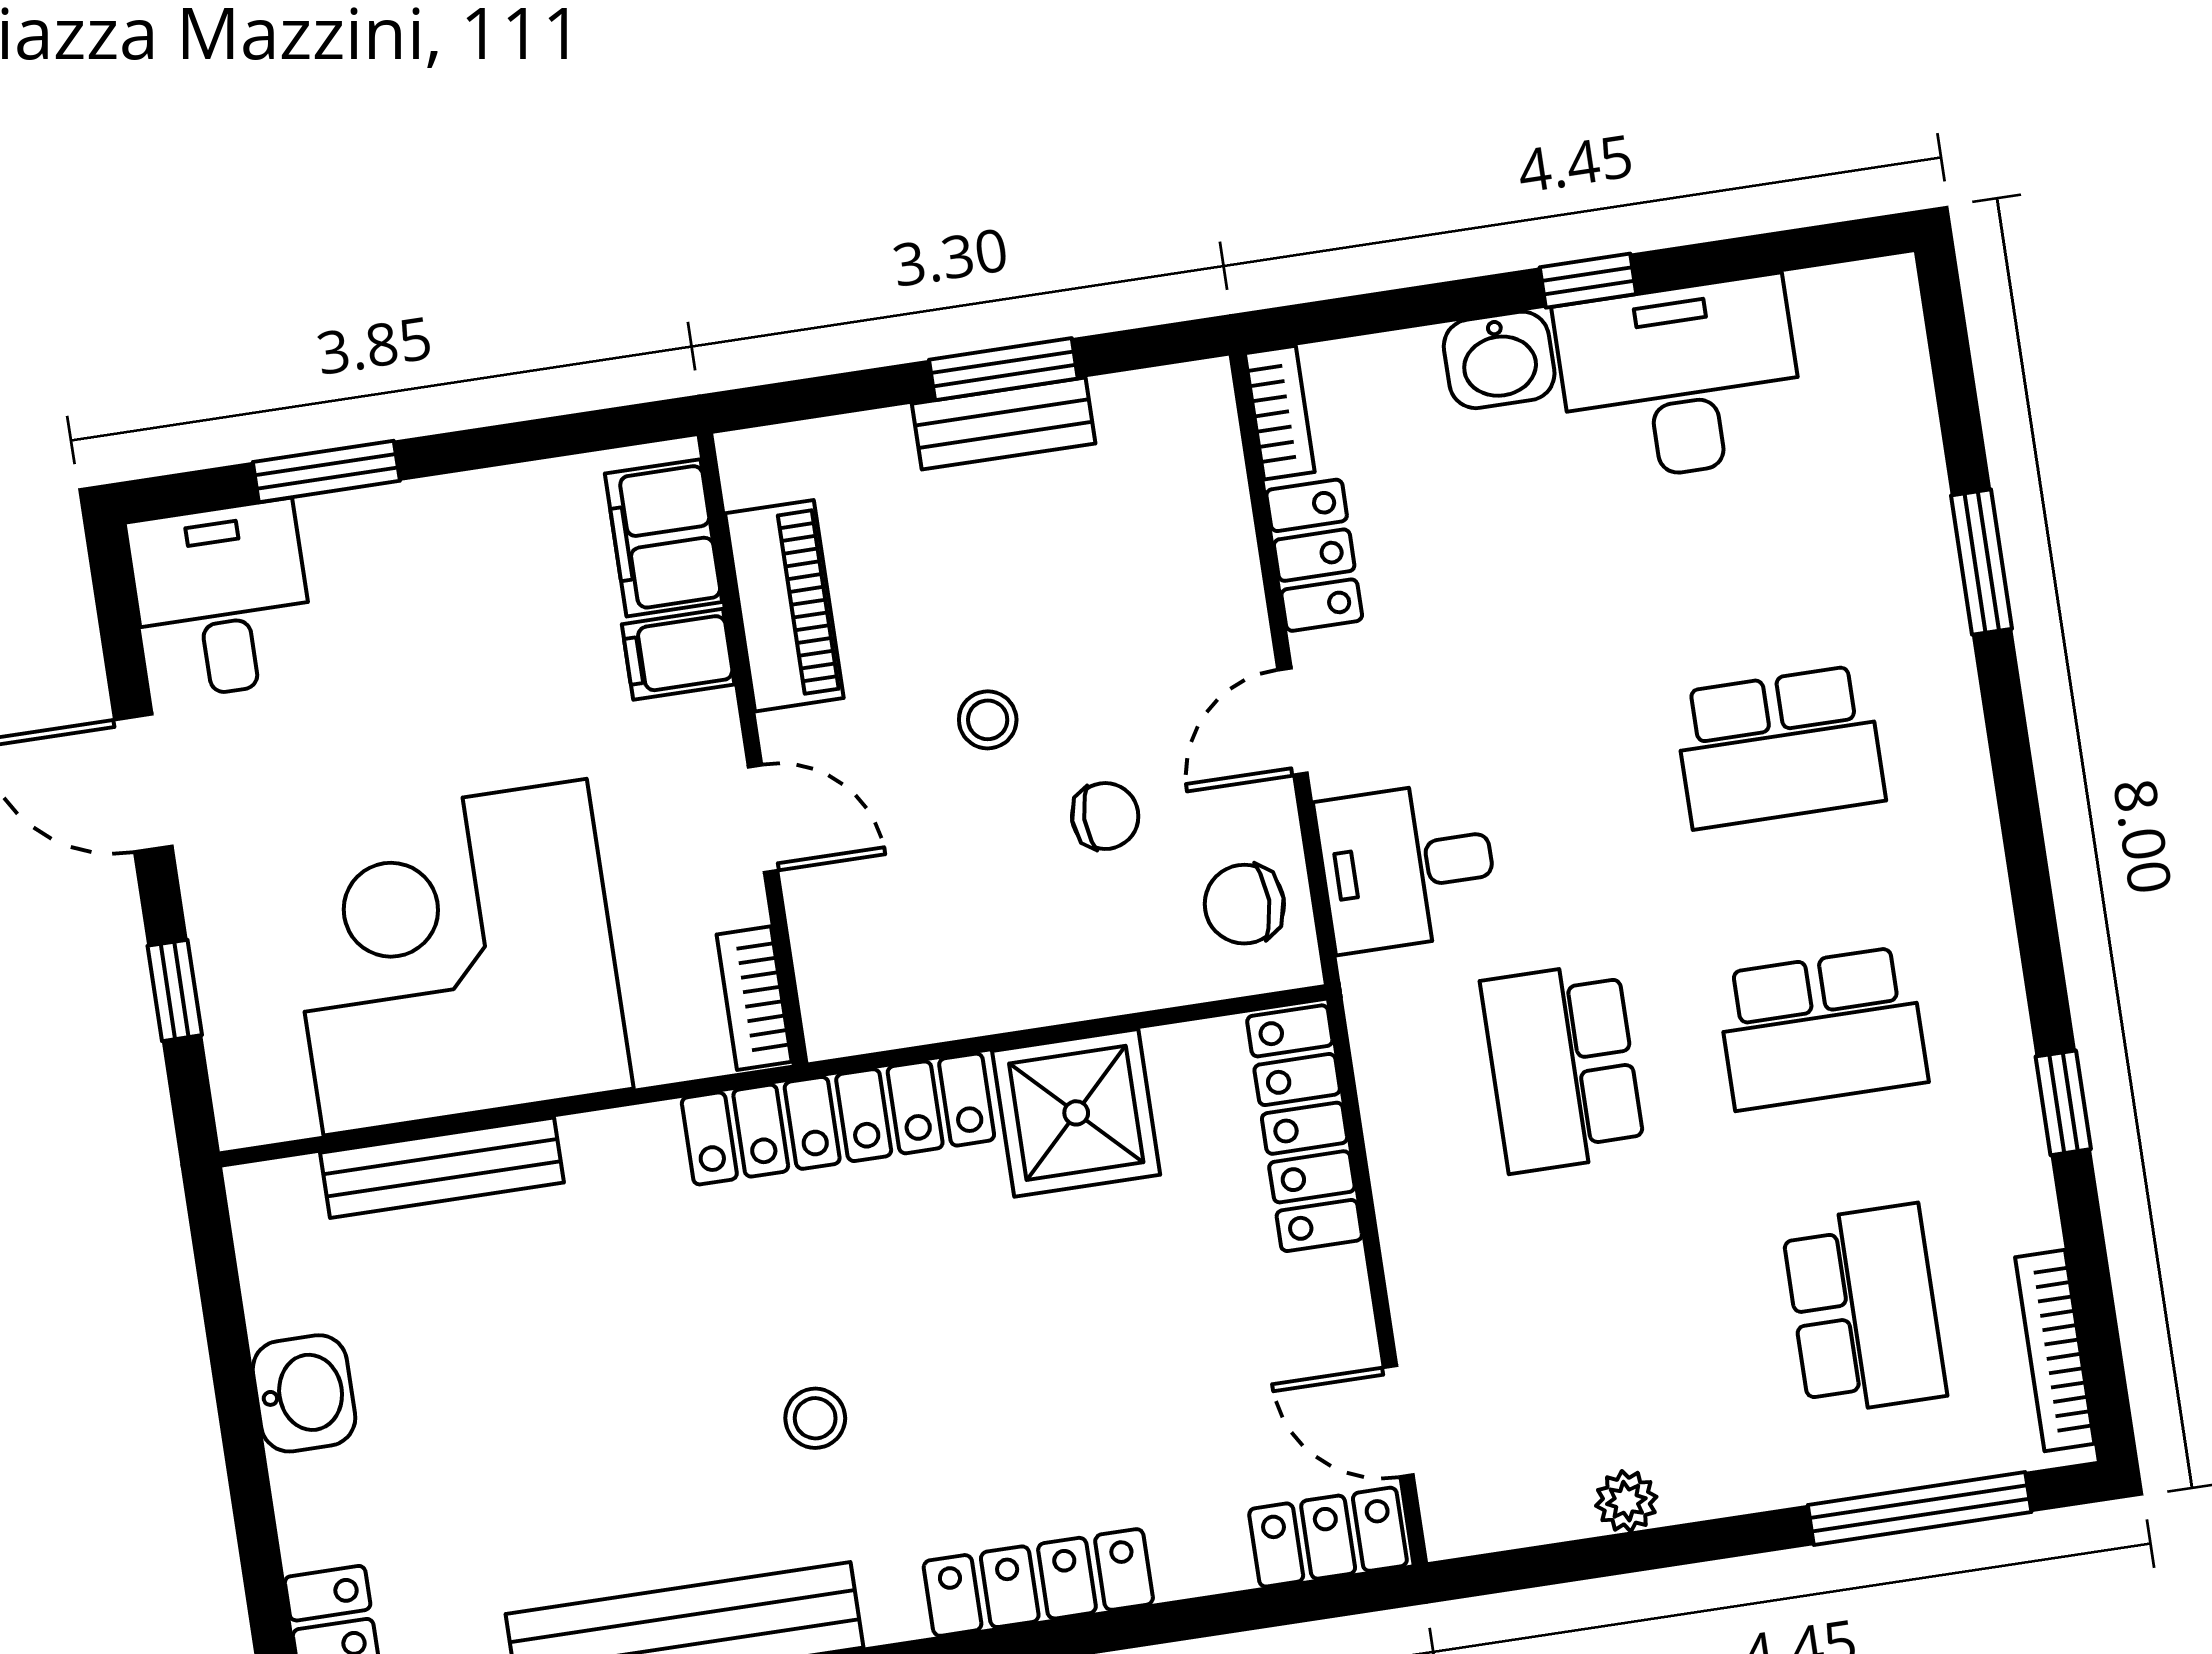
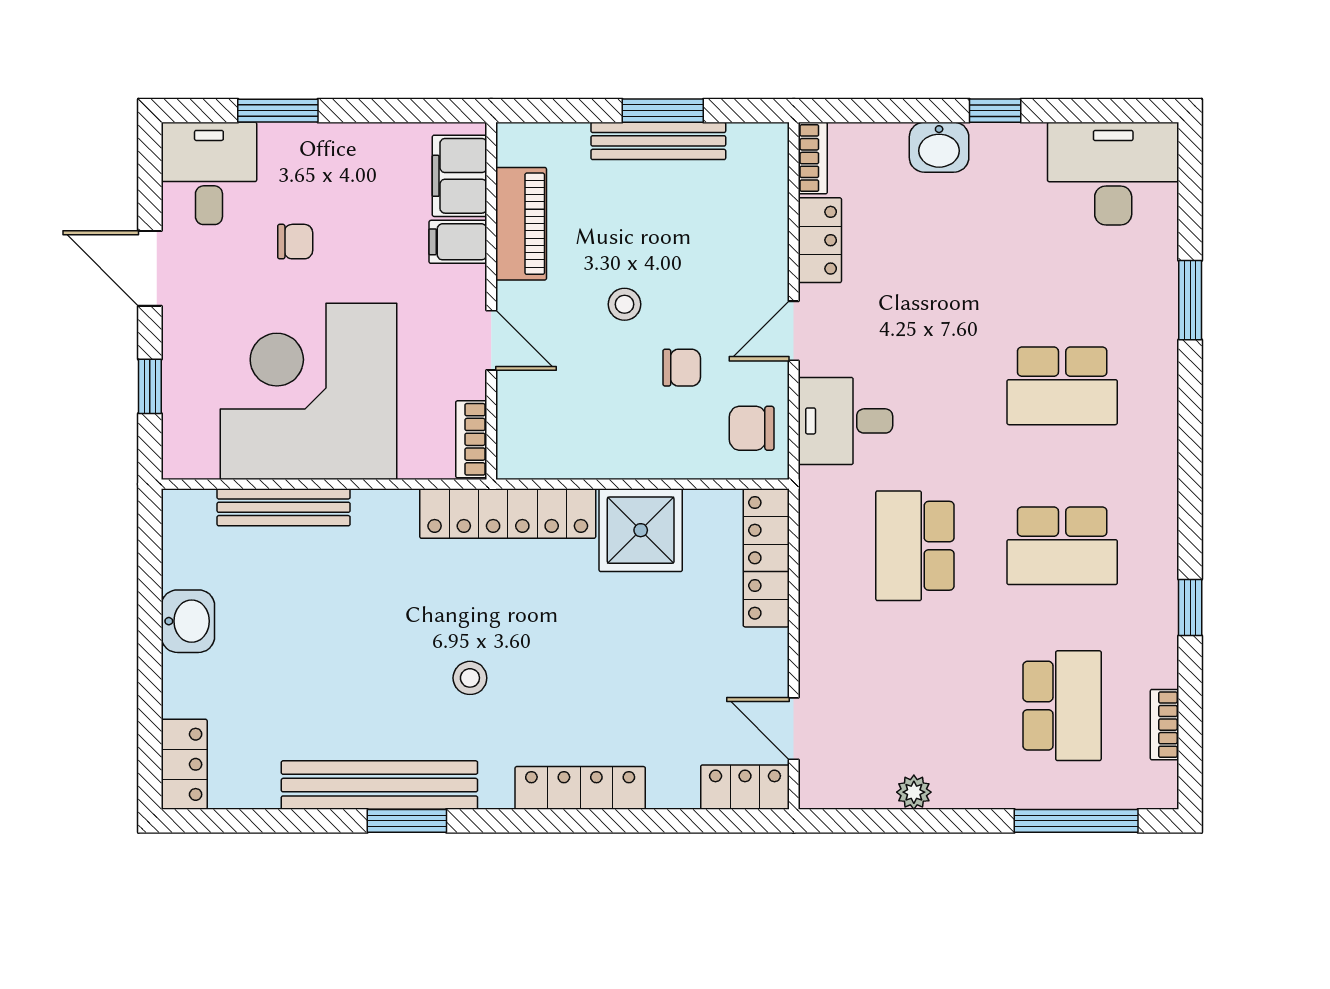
desk: (1680, 380) -> (1113, 174), moved
bench: (1004, 424) -> (658, 141), width x1.36
chair: (392, 697) -> (295, 242), added
bookcase: (2055, 1351) -> (1165, 725), width x0.64

